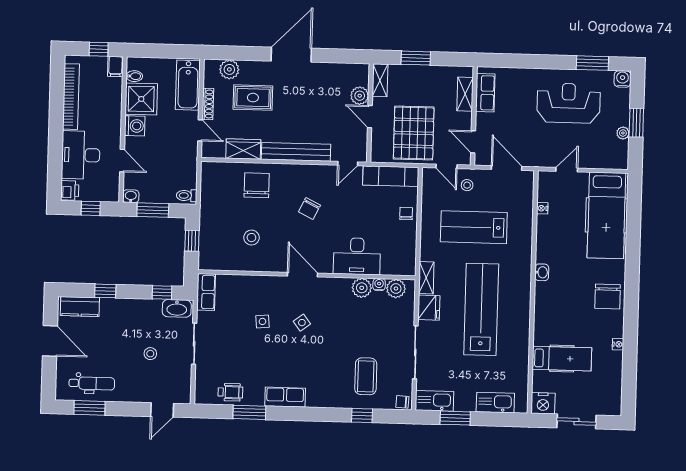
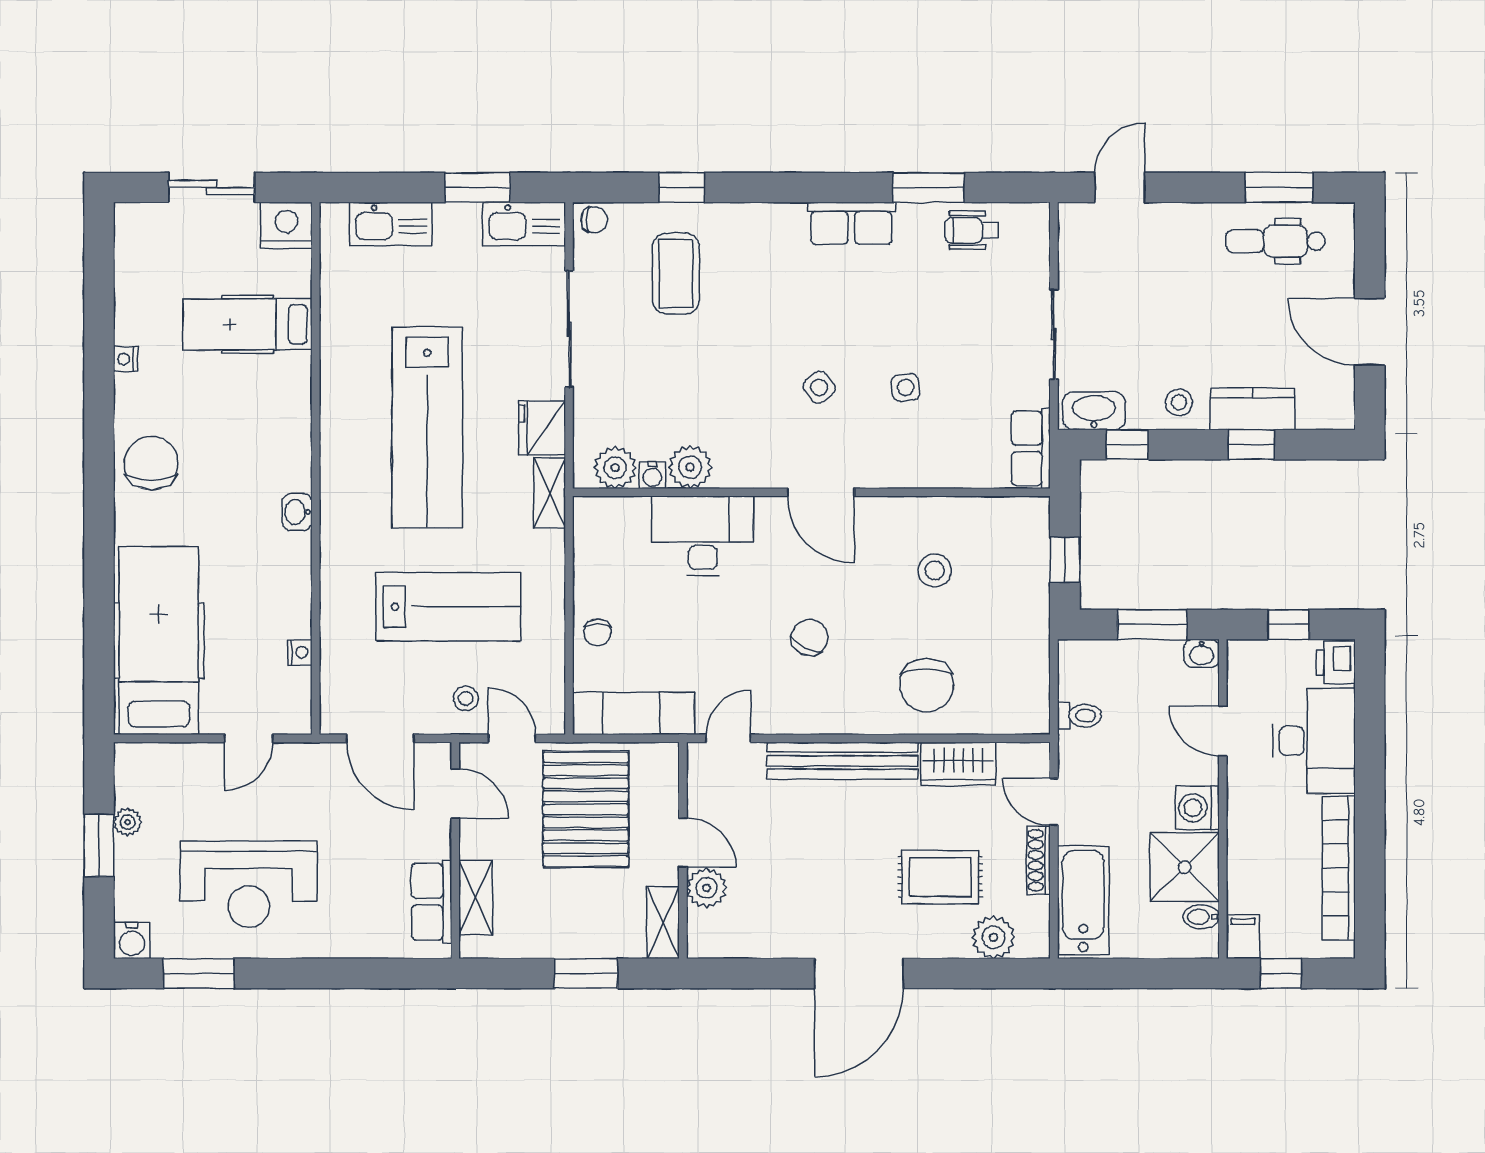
toilet: (187, 196) -> (1079, 716), moved
kitchen counter: (80, 307) -> (1252, 409), moved
stool: (150, 354) -> (1179, 402), moved

